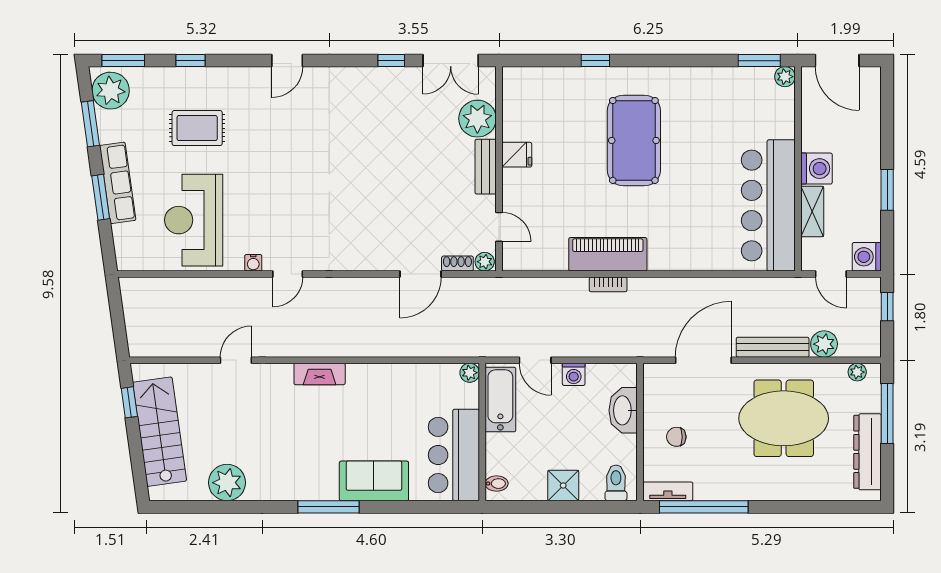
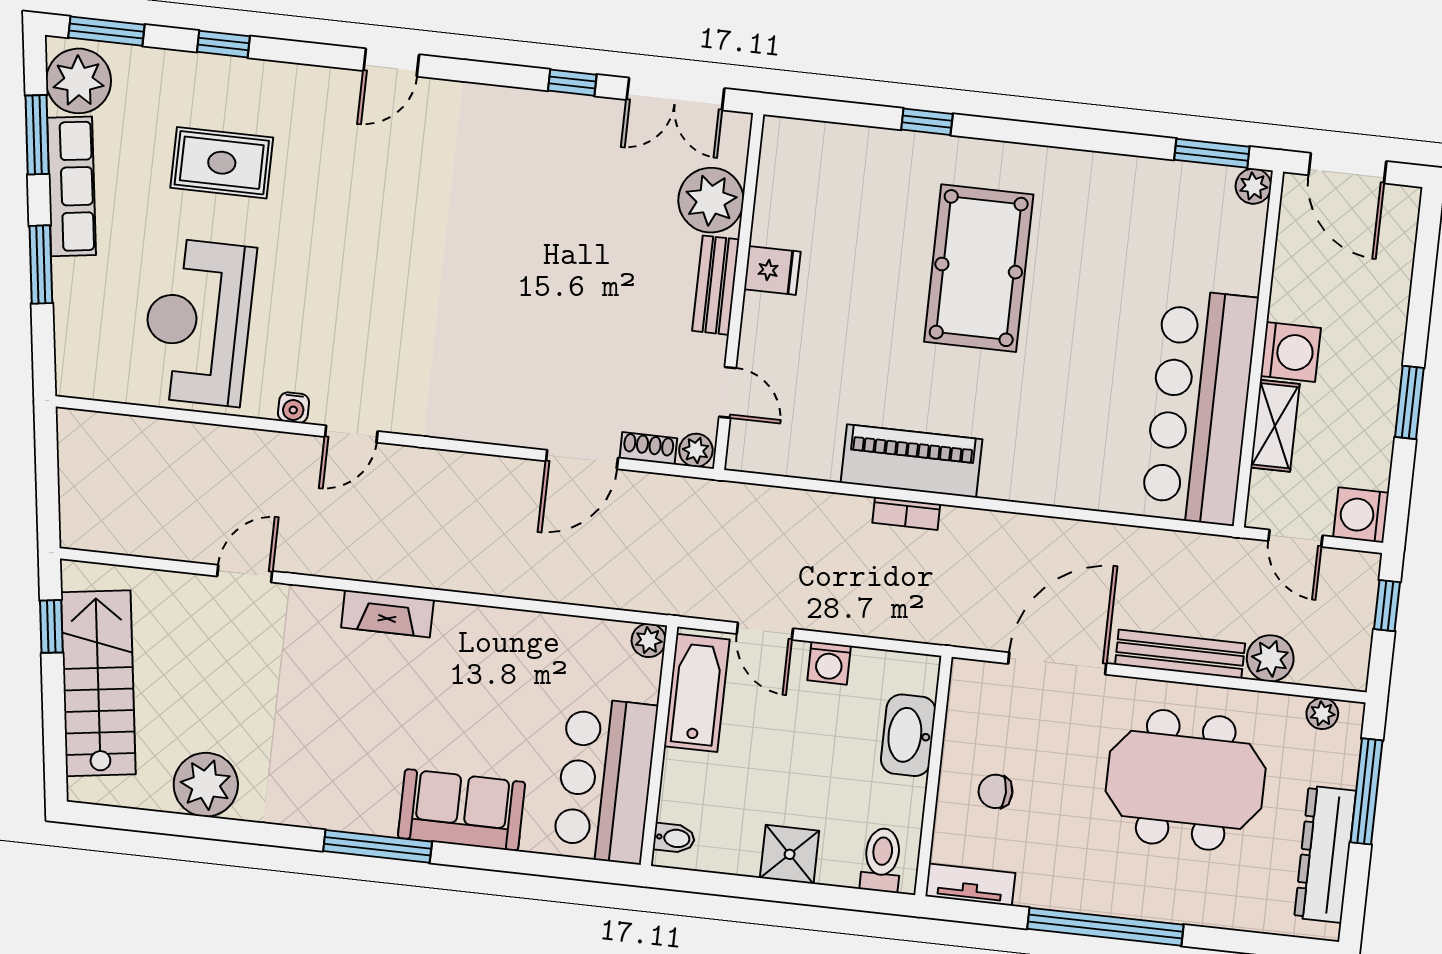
row of seats: (118, 183) -> (72, 186), moved
window: (704, 507) -> (1105, 927), moved

